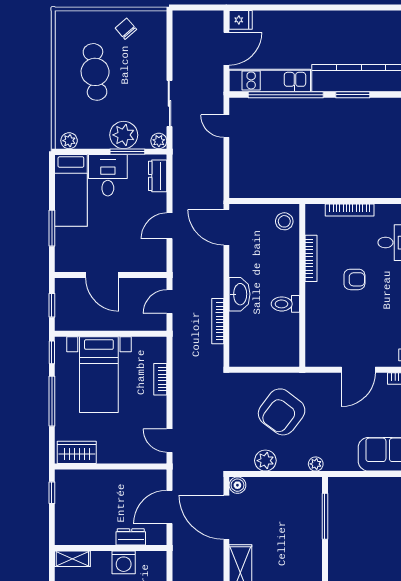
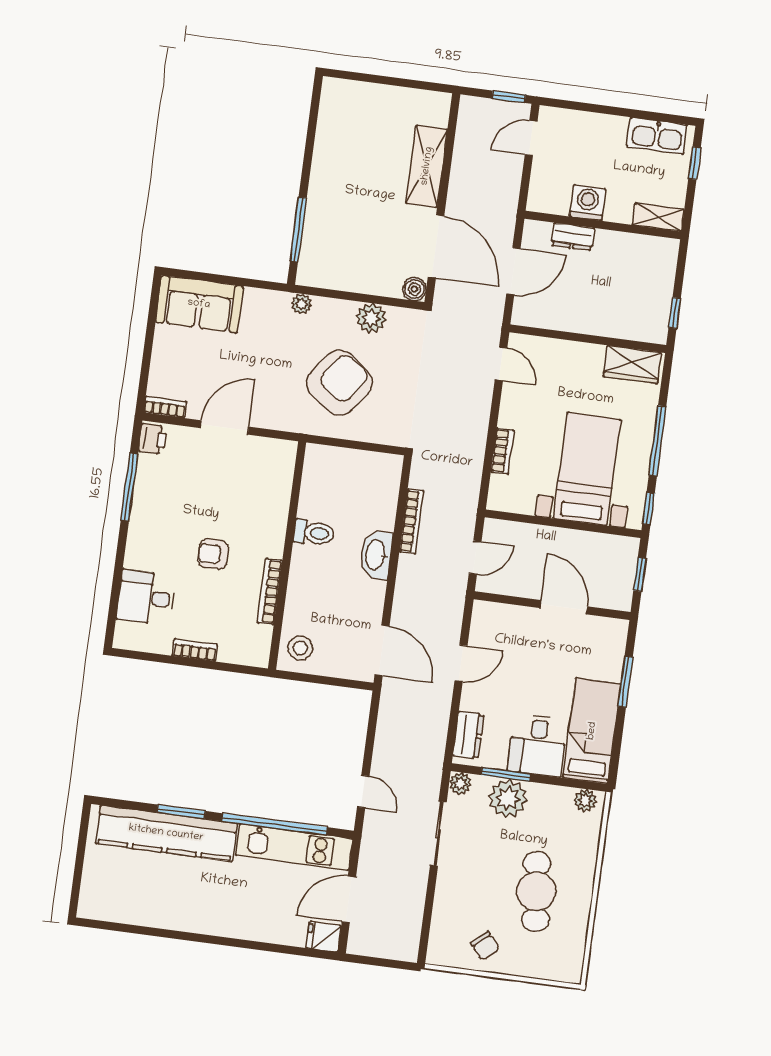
bookcase: (350, 210) -> (195, 650), width x0.64

